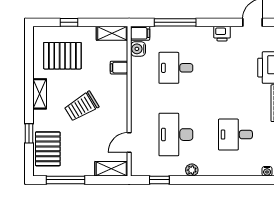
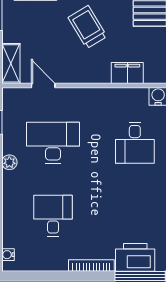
filing cabinet: (119, 68) -> (127, 73), width x2.00
desk: (176, 68) -> (135, 143), turned 180

